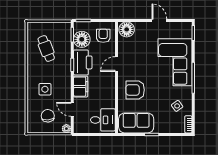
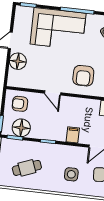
floor lamp: (127, 29) -> (18, 61), moved
printer: (83, 62) -> (47, 130), removed
filing cabinet: (81, 87) -> (73, 135), width x0.50

